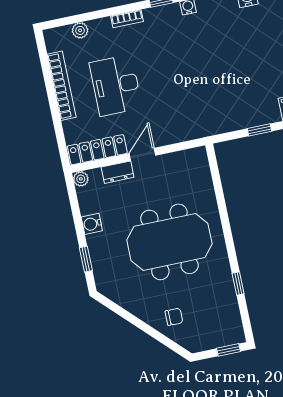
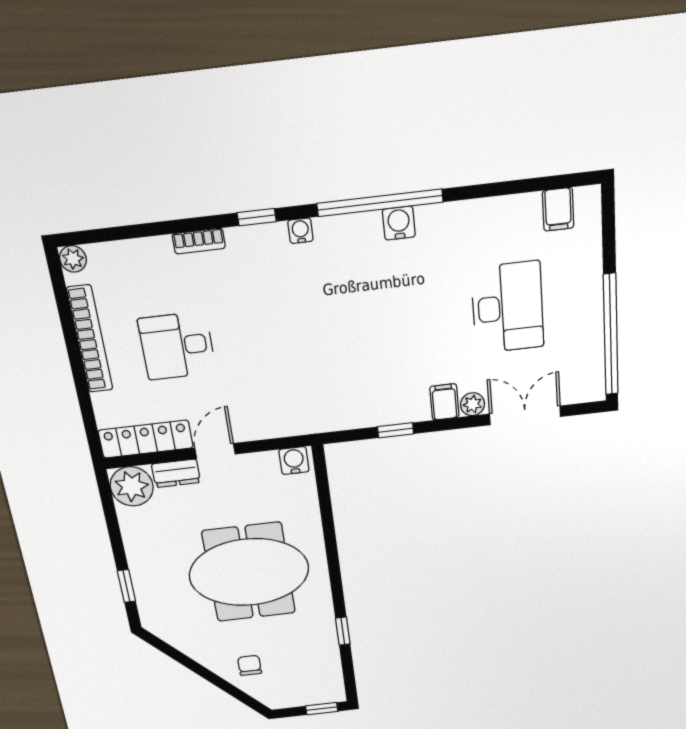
plant: (80, 30) -> (73, 259), moved
desk: (116, 85) -> (177, 346), width x0.73
plant: (81, 179) -> (132, 486), width x1.88, depth x1.88
water cooler: (92, 224) -> (294, 461), moved, turned 90
chair: (174, 317) -> (250, 665), turned -90

